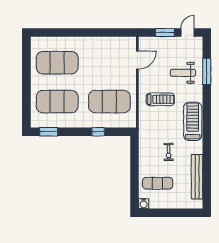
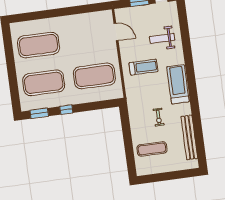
door: (137, 60) -> (116, 32), hinge flipped
window: (207, 71) -> (185, 34), removed
window: (98, 132) -> (66, 110), moved
water cooler: (144, 204) -> (141, 171), removed

